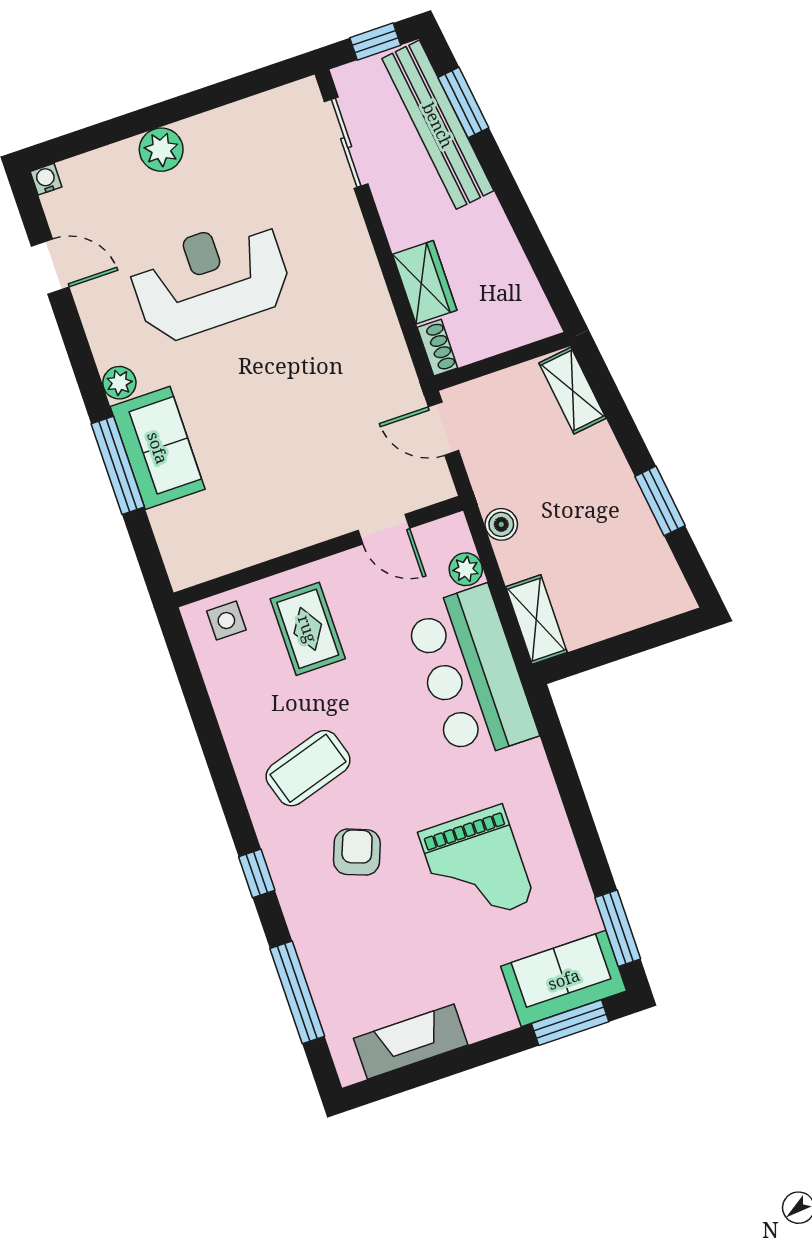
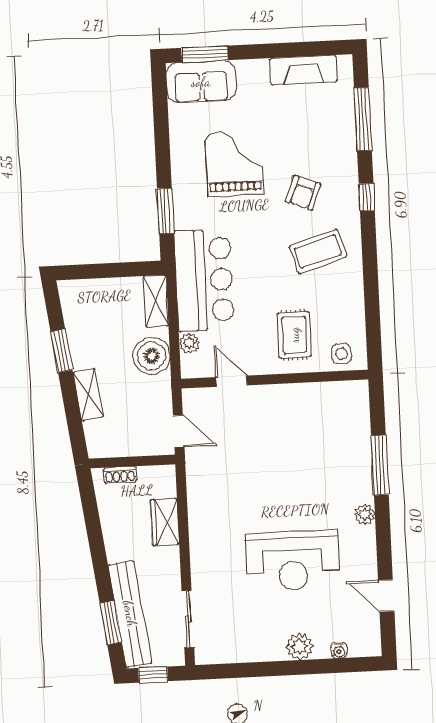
water cooler: (46, 179) -> (339, 650), moved
shoe rack: (437, 348) -> (120, 475), moved, turned -90
shelving: (573, 391) -> (88, 395), moved
sofa: (158, 448) -> (353, 469), removed
boiler: (501, 524) -> (152, 356), width x1.86, depth x1.86
window: (618, 928) -> (165, 211), moved

